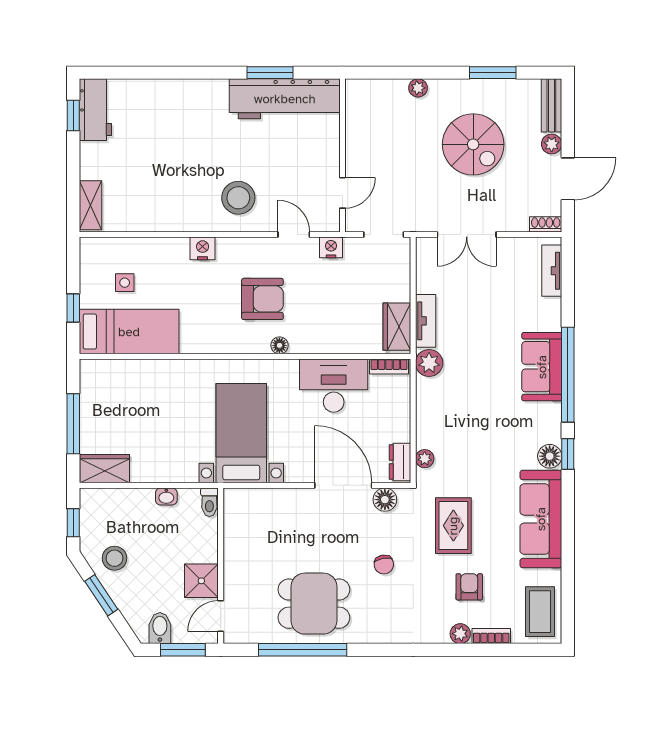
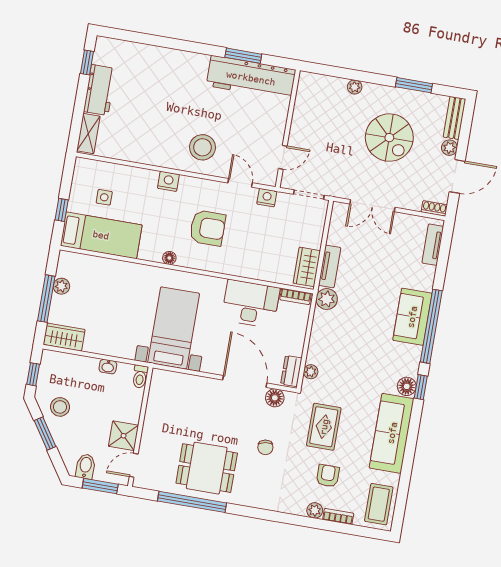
workbench: (95, 110) -> (100, 90), moved
floor lamp: (279, 345) -> (169, 258), moved
plant: (90, 405) -> (61, 286), added

